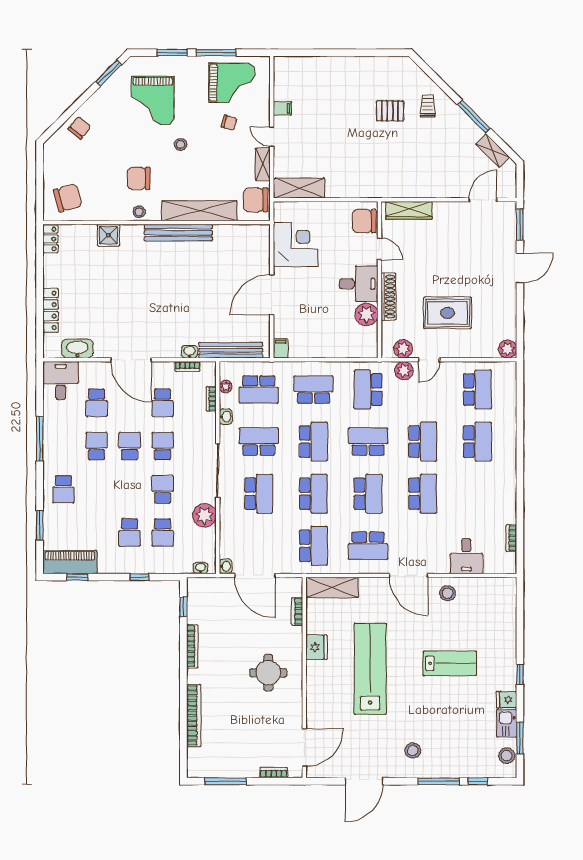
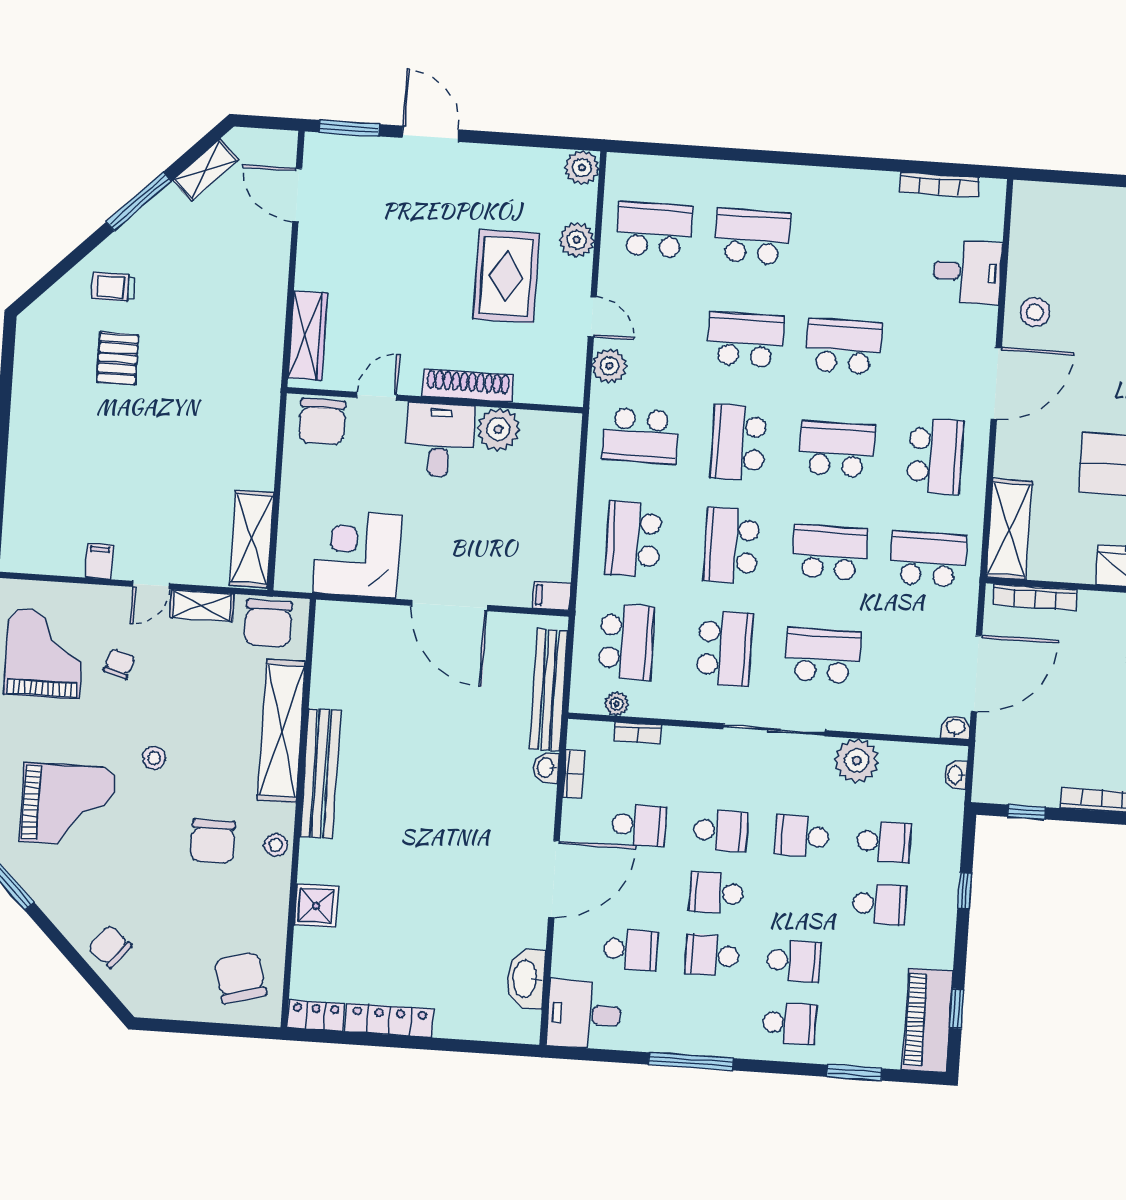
locker: (51, 310) -> (389, 1020), moved
plant: (403, 349) -> (577, 240), moved
washbasin: (226, 417) -> (673, 708), removed
school desk: (259, 442) -> (725, 649), turned 180
school desk: (313, 442) -> (732, 546), turned -90
school desk: (163, 446) -> (721, 831), turned 180
school desk: (97, 489) -> (794, 961), added
bookcase: (511, 538) -> (939, 185), width x1.56
bookcase: (297, 611) -> (1035, 597), width x1.56

